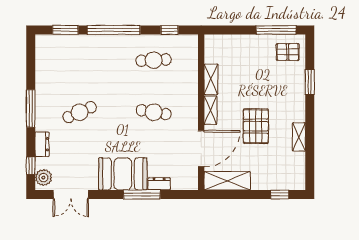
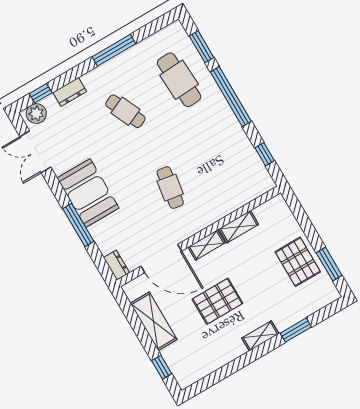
window: (276, 30) -> (329, 264), width x0.69
pallet: (288, 52) -> (298, 262), moved, width x1.50, depth x1.42
cafe table: (154, 60) -> (179, 80), moved, width x1.37, depth x1.35
window: (31, 109) -> (114, 50), moved
shelving: (299, 137) -> (260, 336), moved
shelving: (227, 181) -> (154, 321), moved
dresser: (159, 184) -> (116, 265), moved

